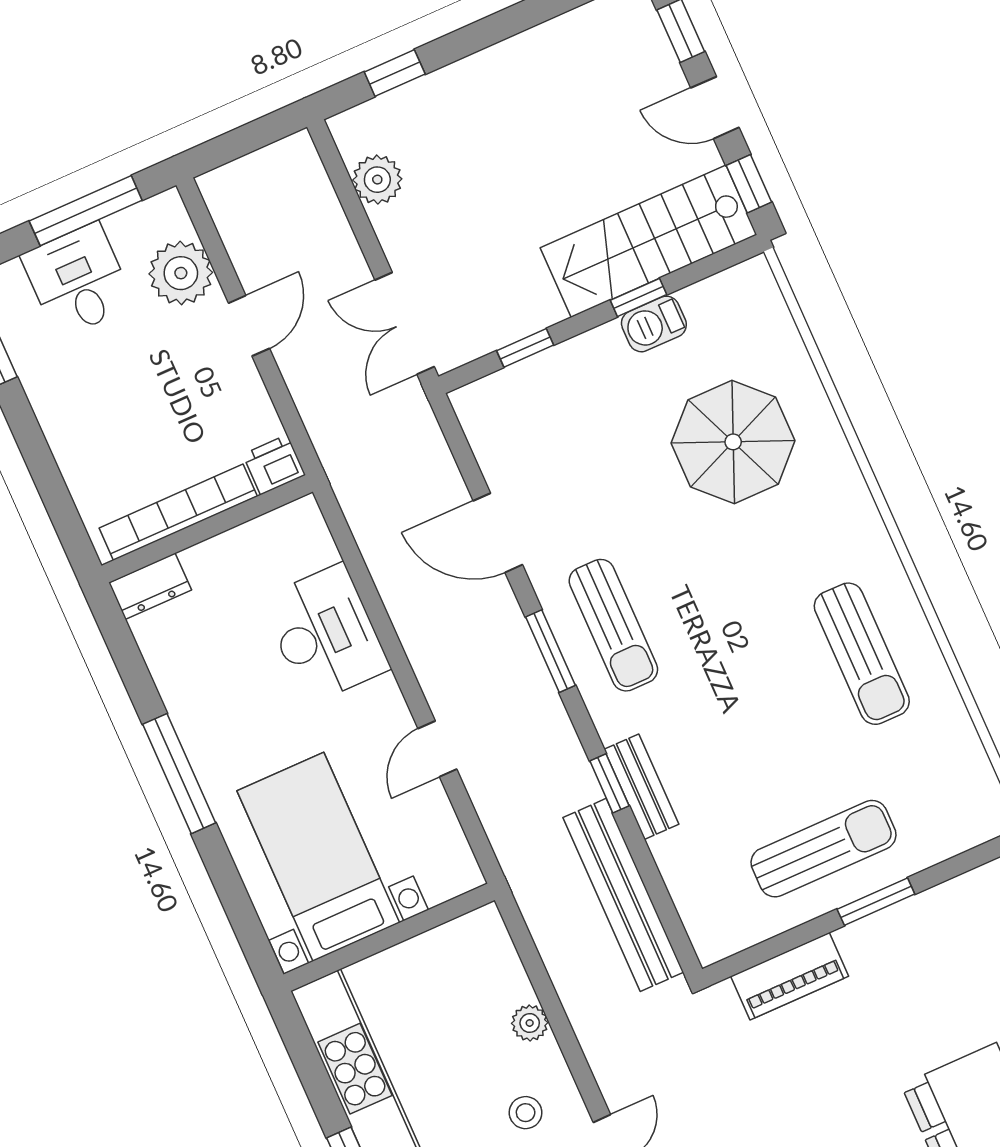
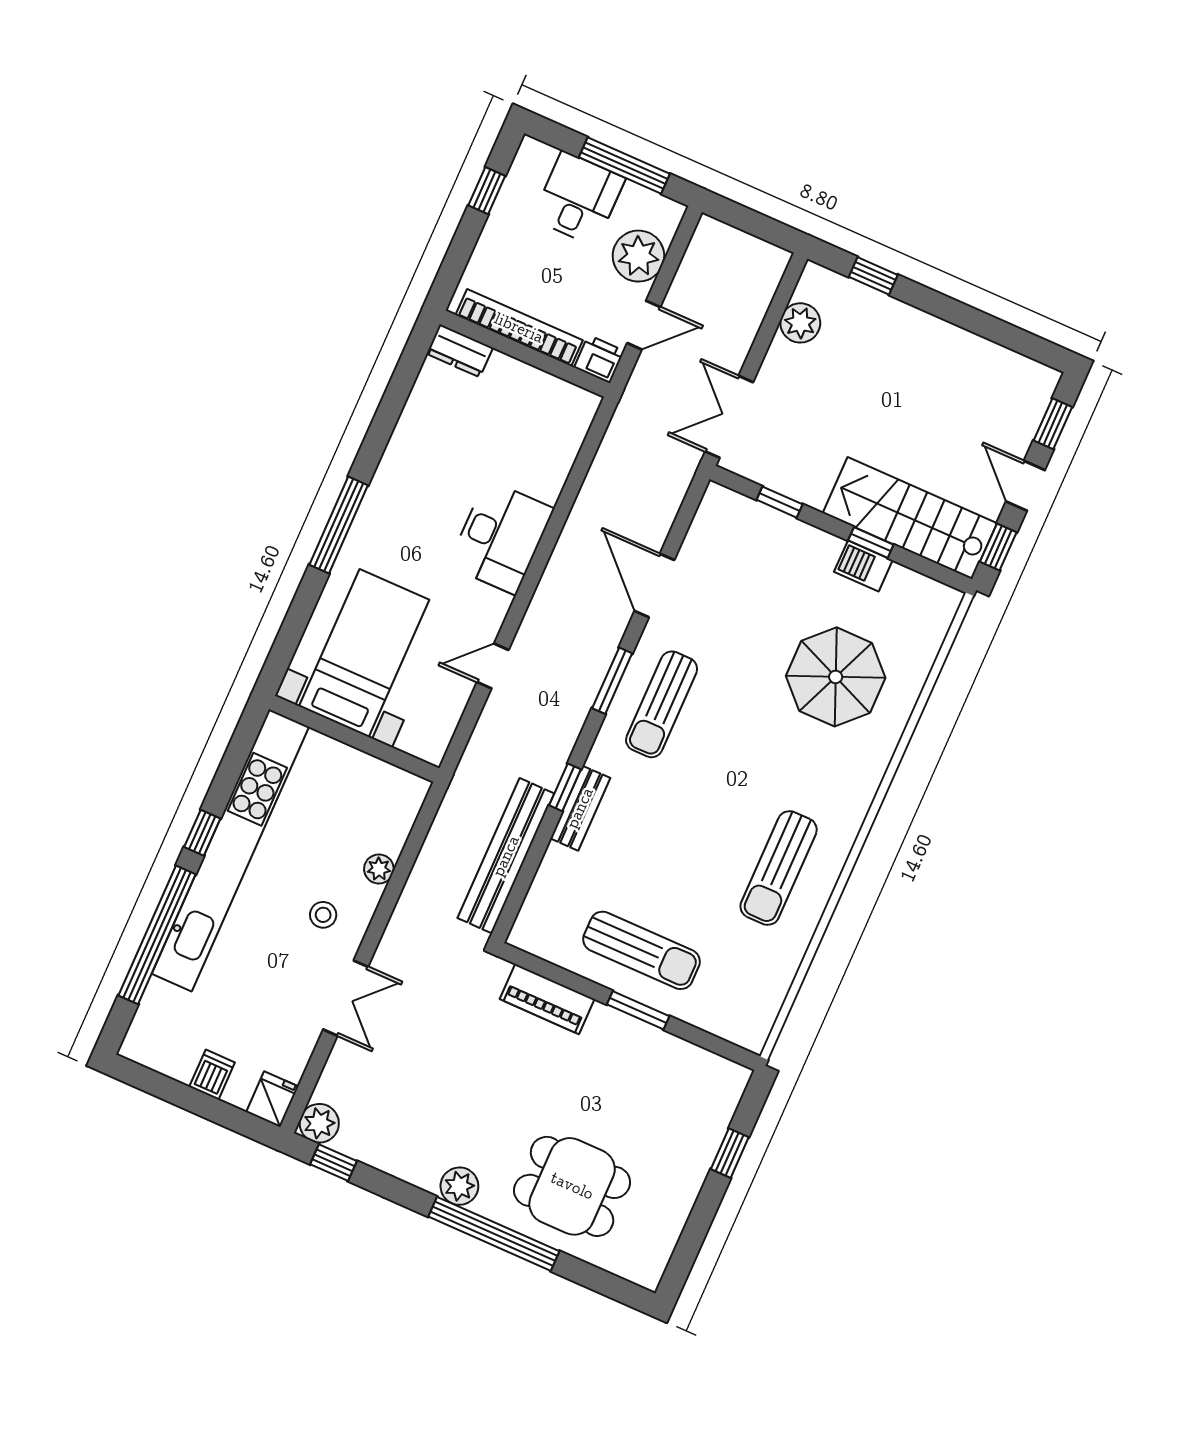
printer: (274, 465) -> (599, 359), moved
bookcase: (178, 512) -> (519, 328), moved
wall: (207, 529) -> (525, 354), moved
dresser: (150, 586) -> (460, 351), moved

